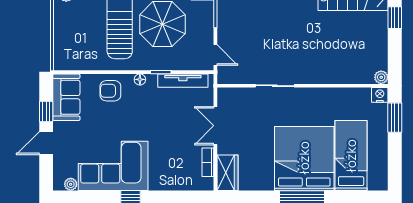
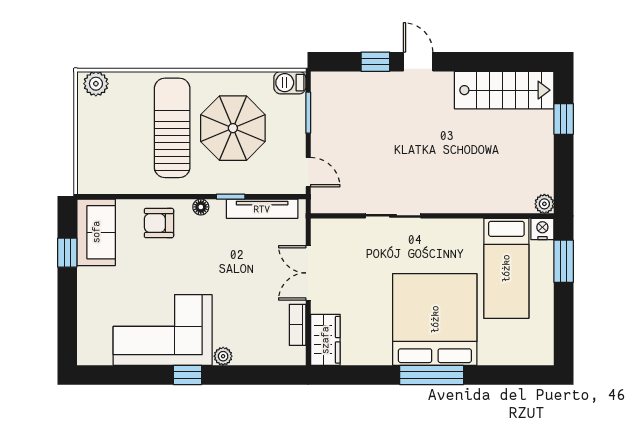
door: (46, 143) -> (67, 298), removed
bed: (351, 156) -> (506, 268), moved, turned 180
plant: (71, 184) -> (223, 356), moved

